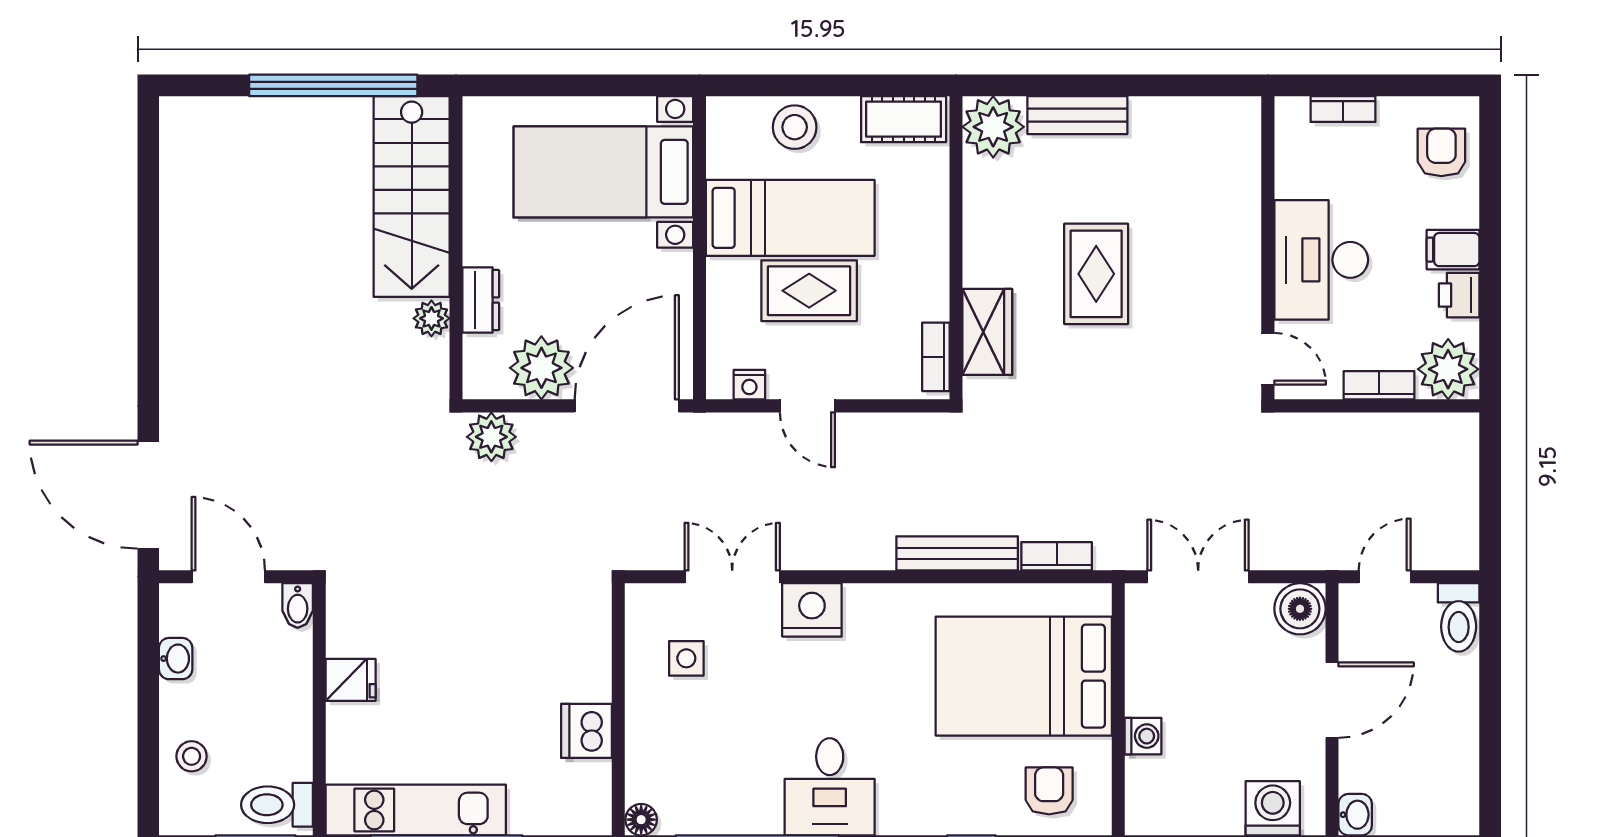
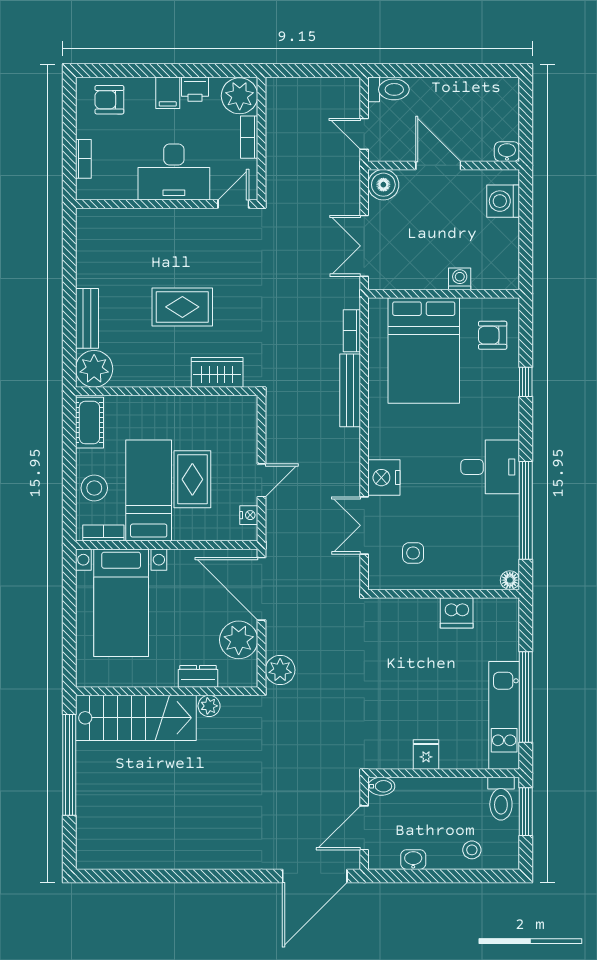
bookcase: (936, 357) -> (103, 533), moved, turned 180

